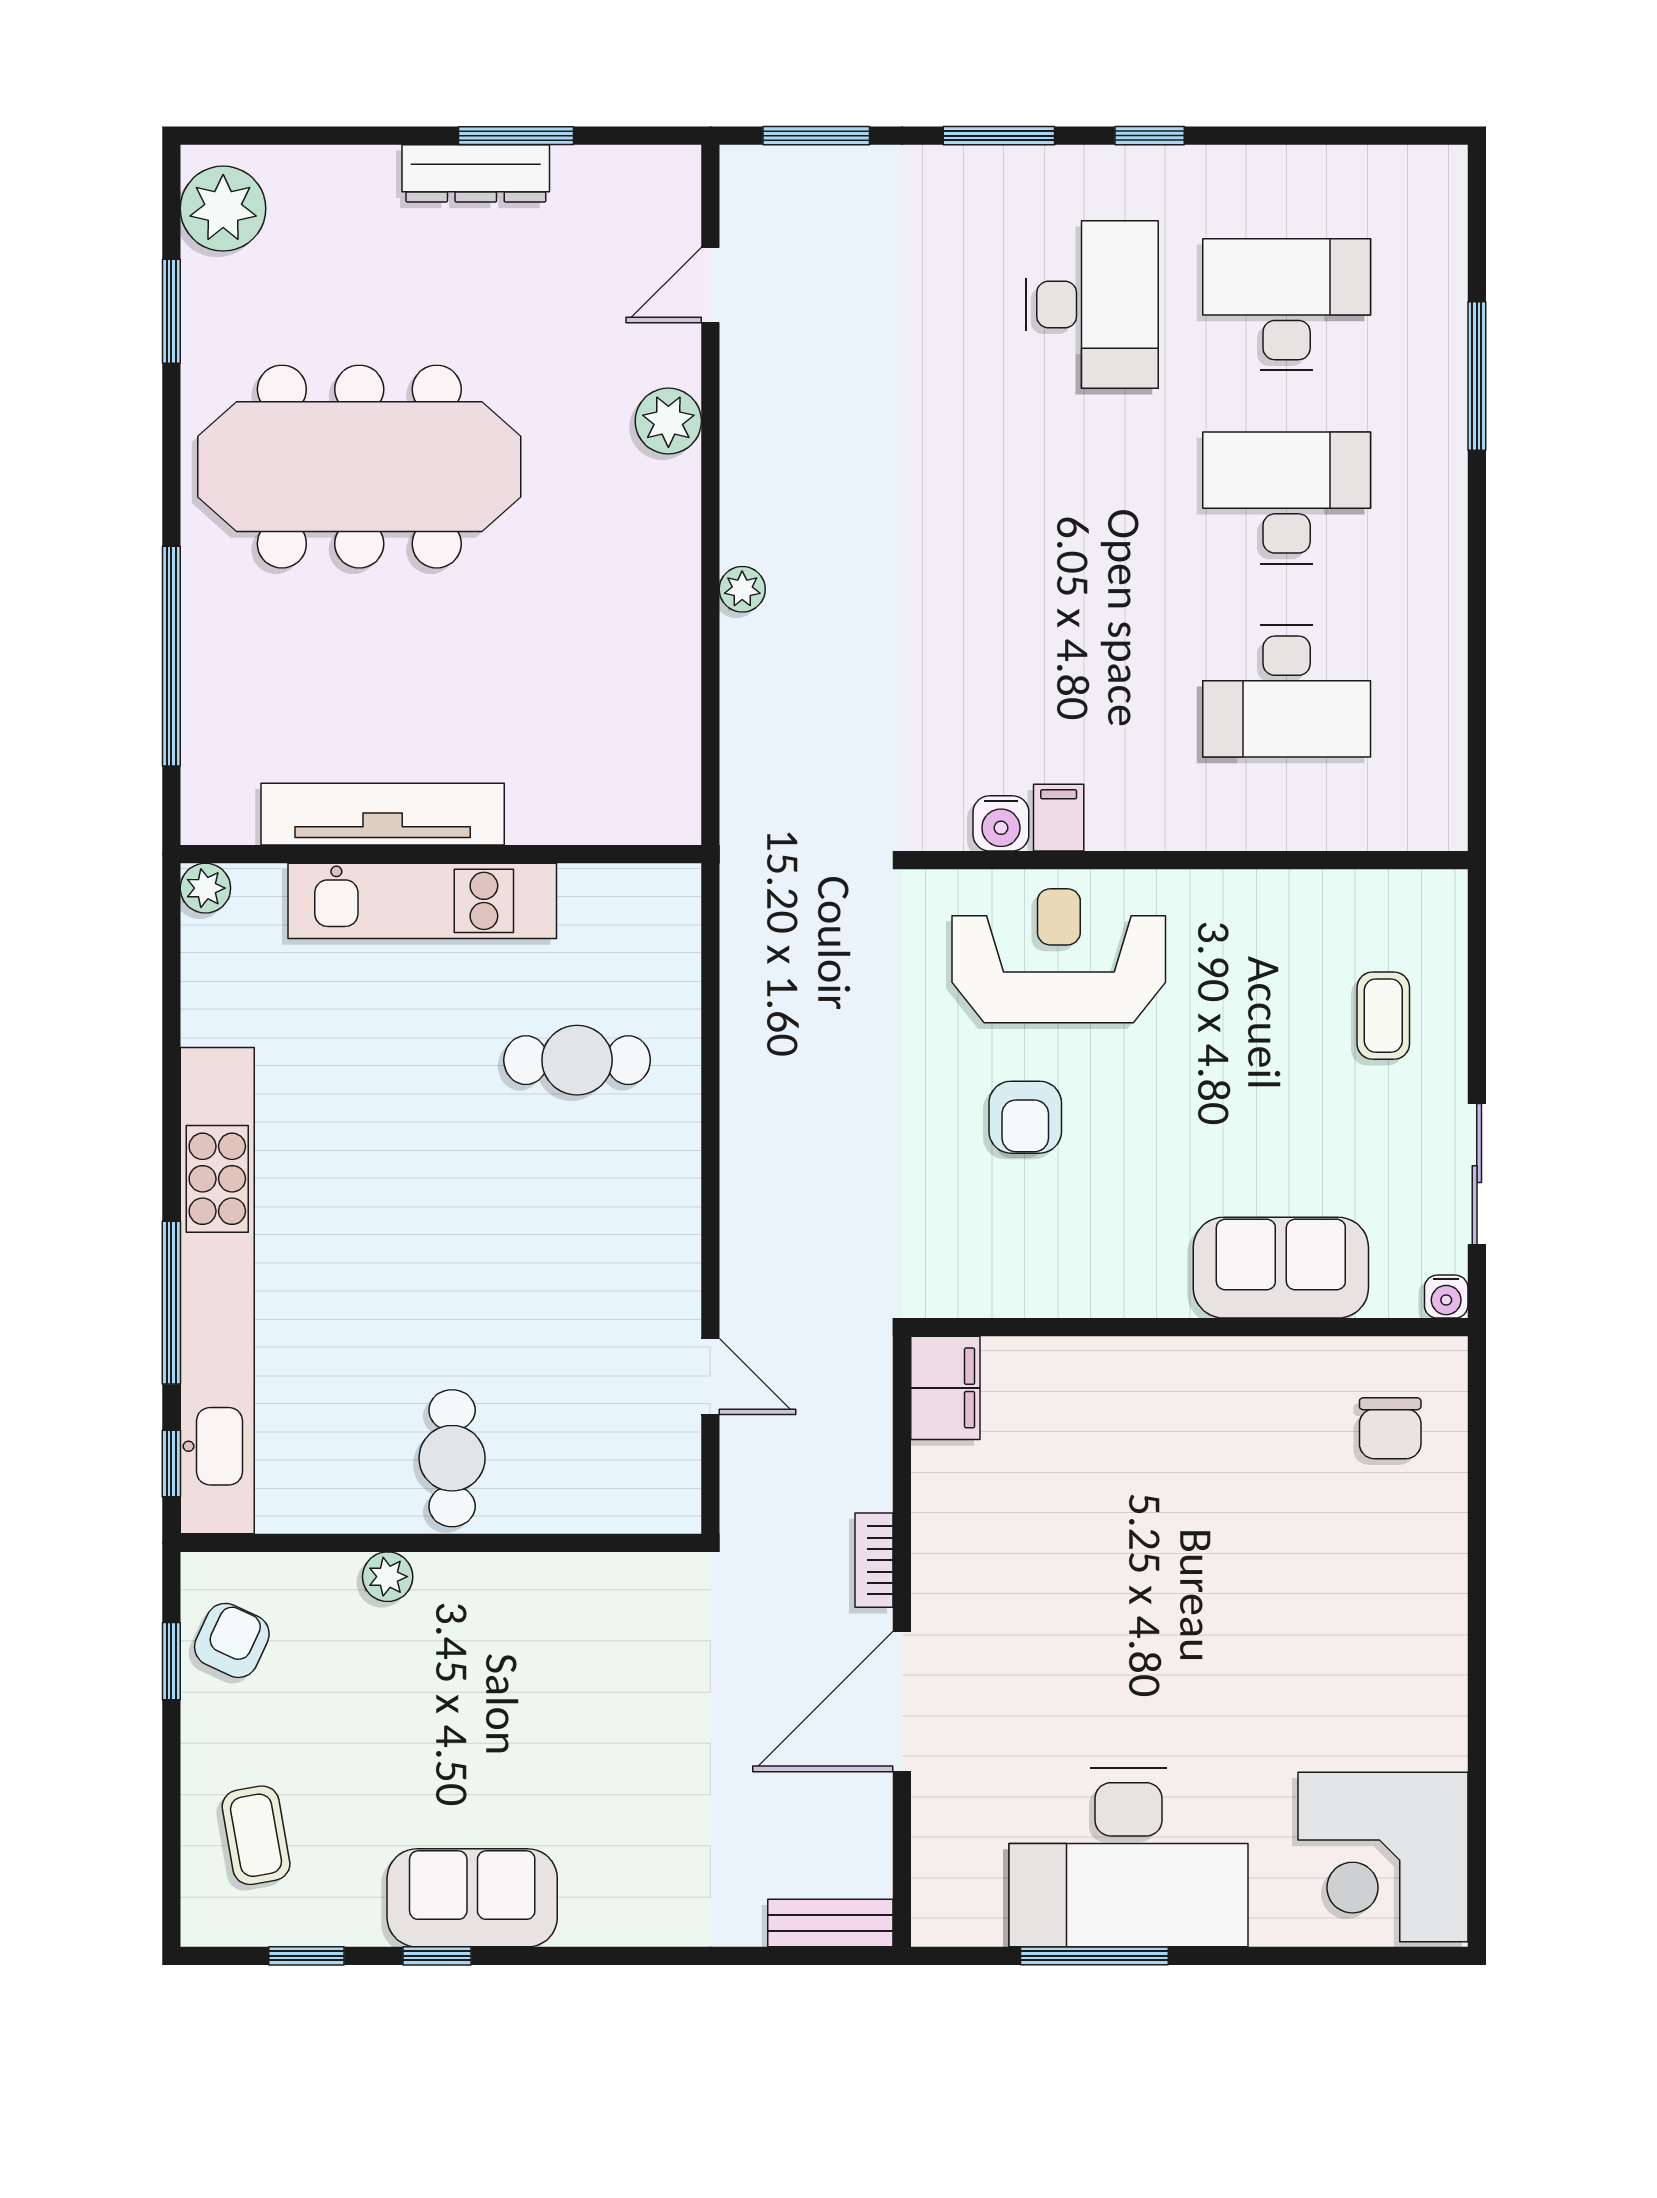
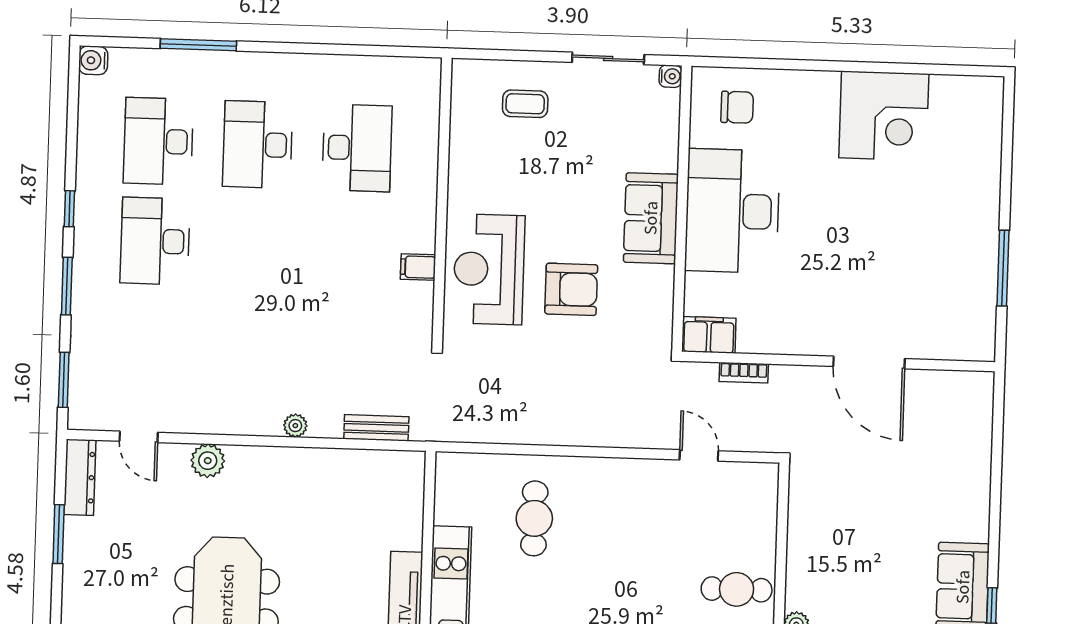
dresser: (476, 173) -> (80, 477), moved
desk: (1092, 305) -> (155, 241), turned -90
water cooler: (1001, 823) -> (93, 60), moved, turned 180
armchair: (1025, 1117) -> (571, 289), width x1.38, depth x1.38
sofa: (1281, 1268) -> (651, 218), moved
door: (710, 1376) -> (699, 455), hinge flipped
bookcase: (874, 1560) -> (744, 373), moved
corner desk: (1383, 1857) -> (884, 116), moved
desk: (1129, 1858) -> (732, 211), moved, turned 180
bench: (830, 1923) -> (376, 428), moved, turned 90

